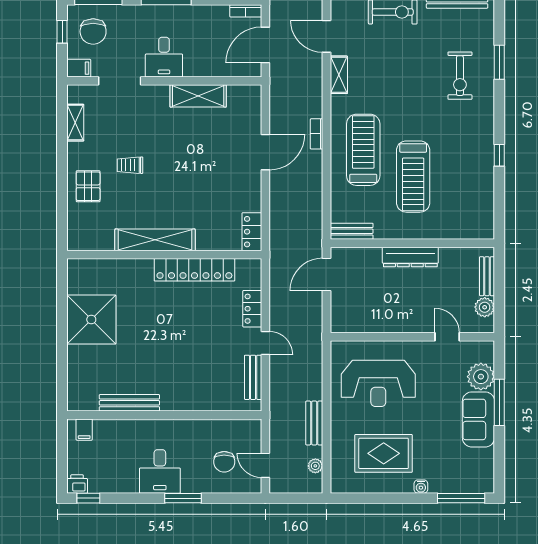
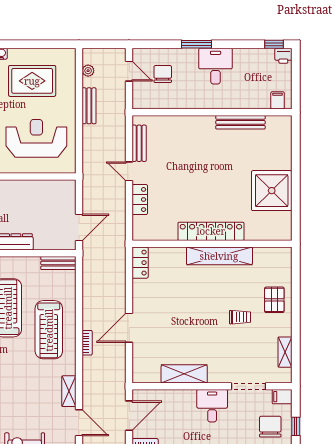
locker: (194, 270) -> (211, 231), moved

